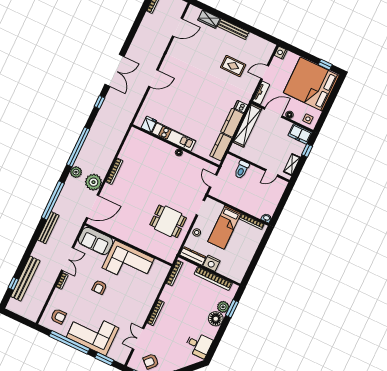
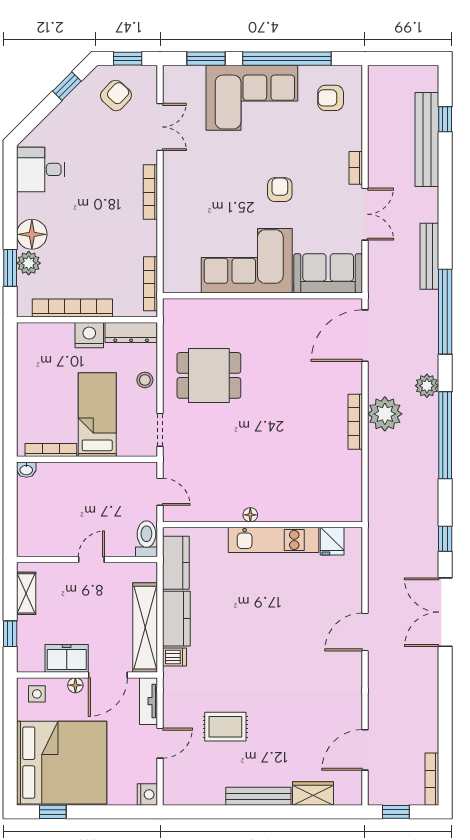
freezer: (300, 134) -> (67, 658), moved
toilet: (242, 170) -> (146, 539), moved
door: (272, 173) -> (91, 559), moved
plant: (93, 182) -> (385, 414), moved
double door: (67, 259) -> (365, 214), swing flipped

